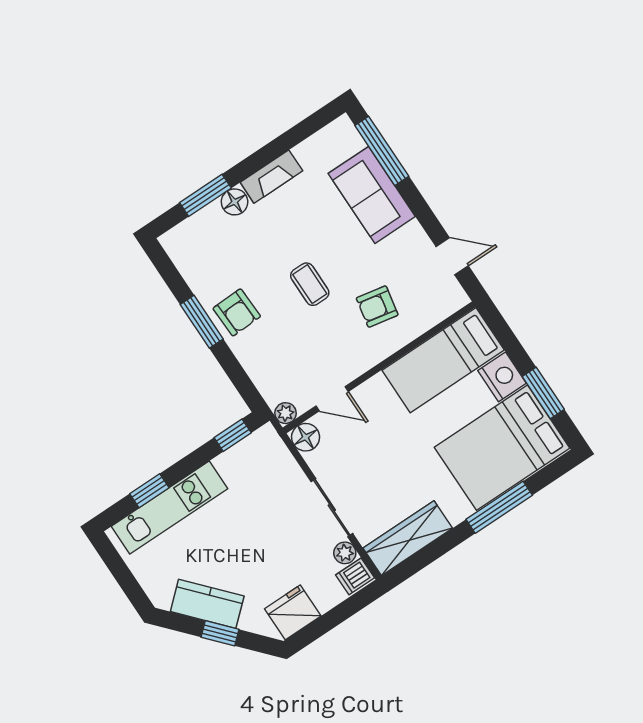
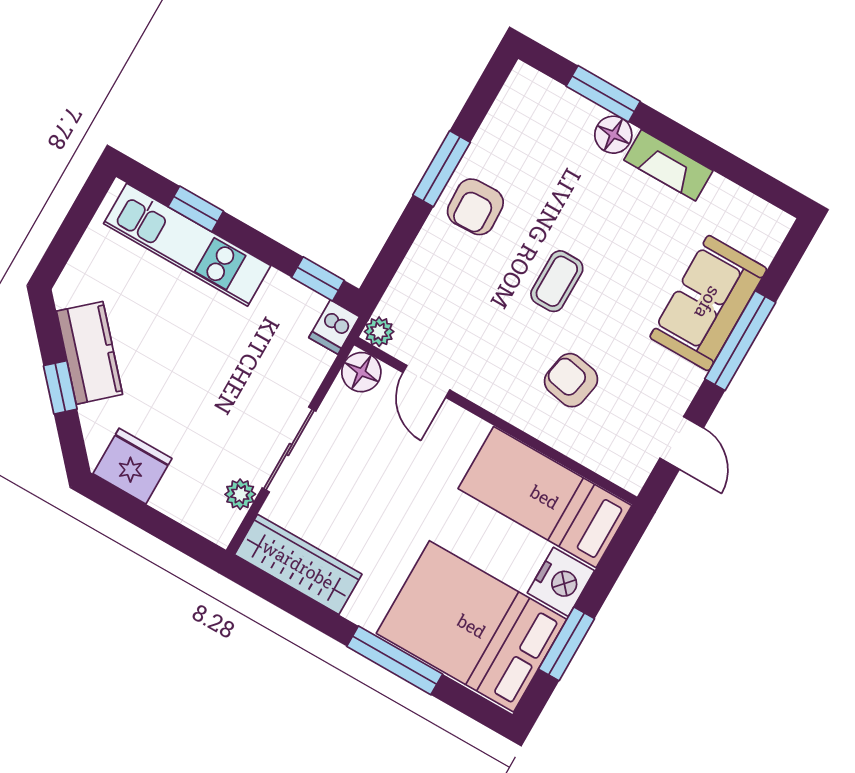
window: (382, 151) -> (740, 341), moved
dishwasher: (355, 576) -> (334, 327), moved, turned -90

